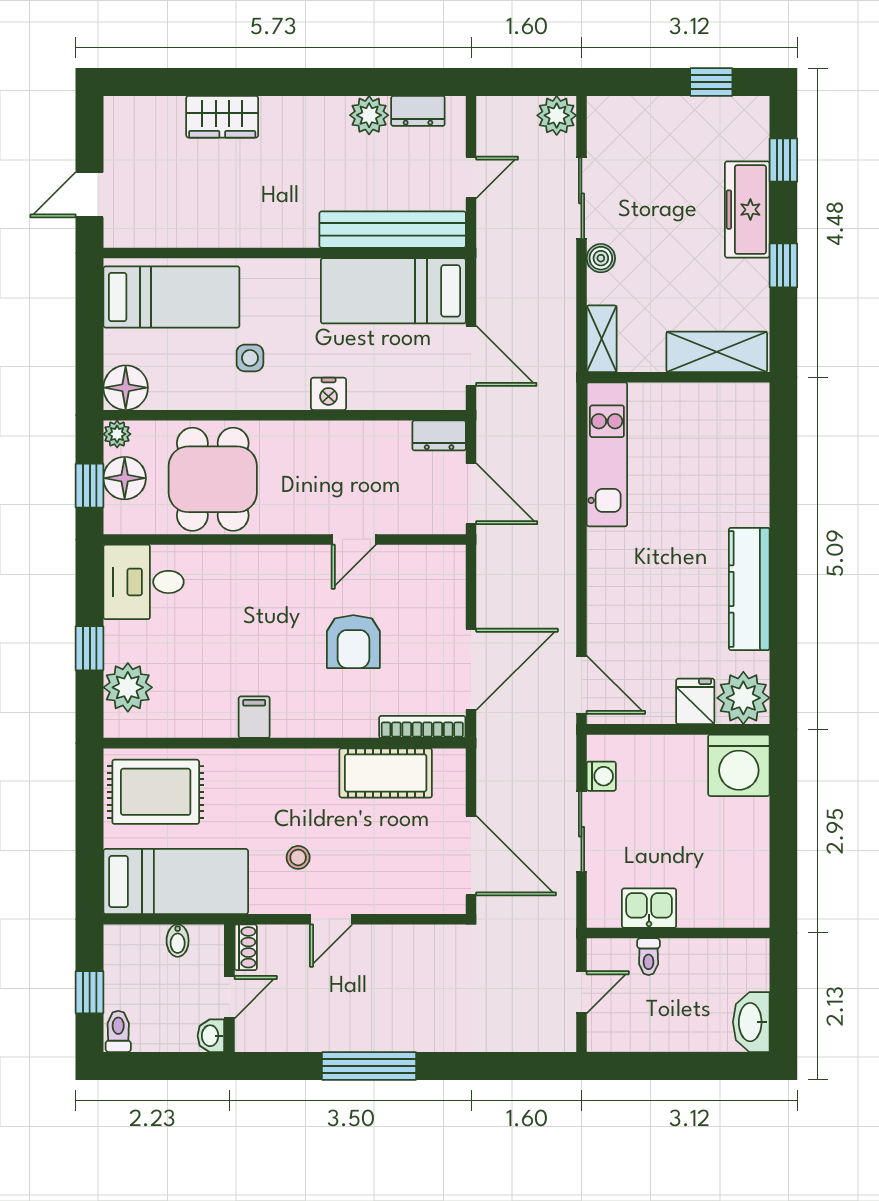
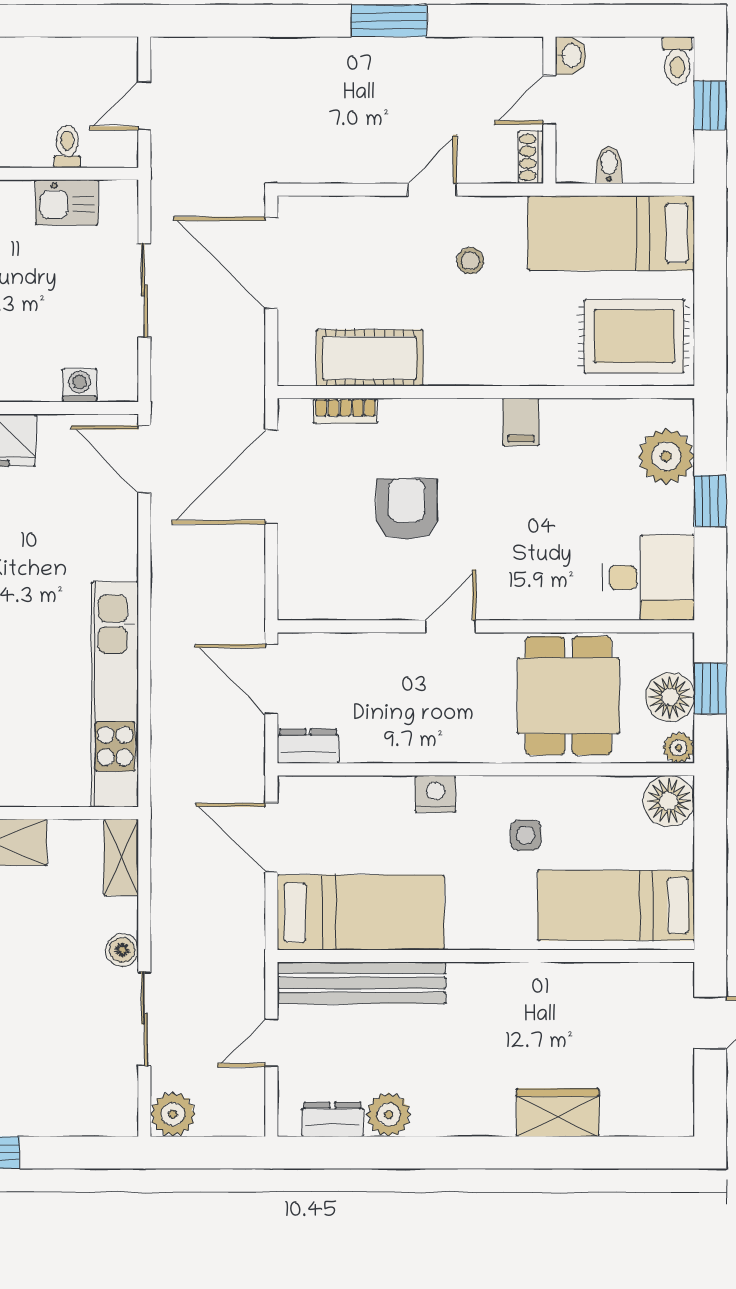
kitchen unit: (607, 454) -> (115, 694), width x1.36
door: (354, 539) -> (451, 626), moved
bookcase: (422, 727) -> (345, 411), width x0.64
washing machine: (601, 776) -> (80, 385), moved, turned 90
window: (369, 1066) -> (389, 21), width x0.69

